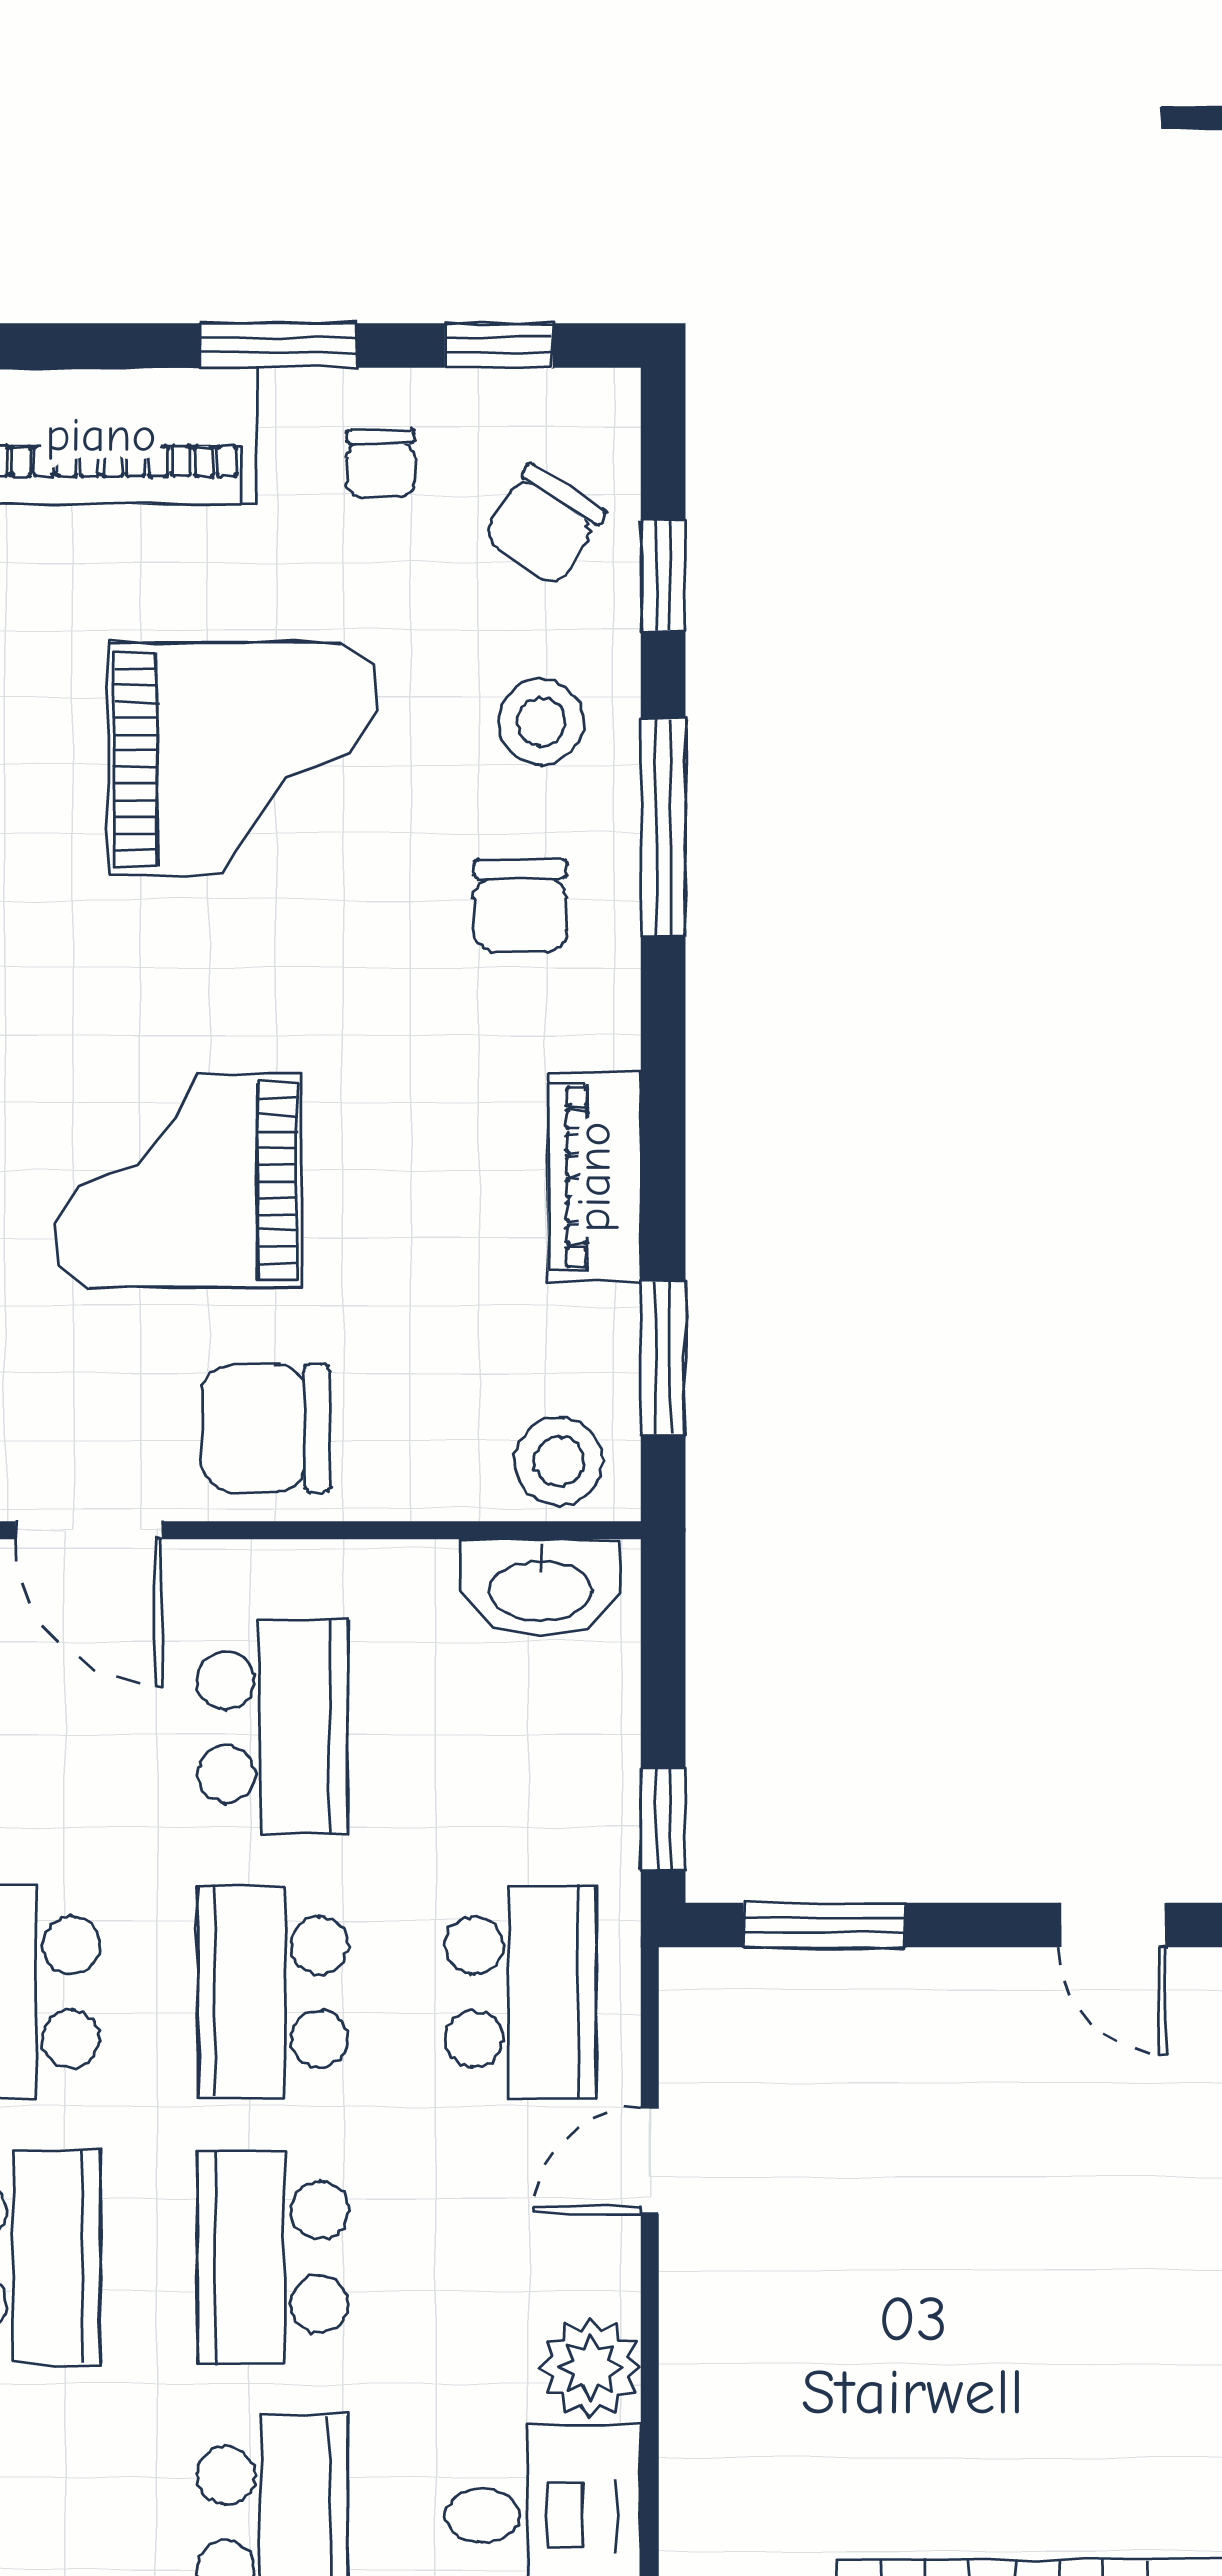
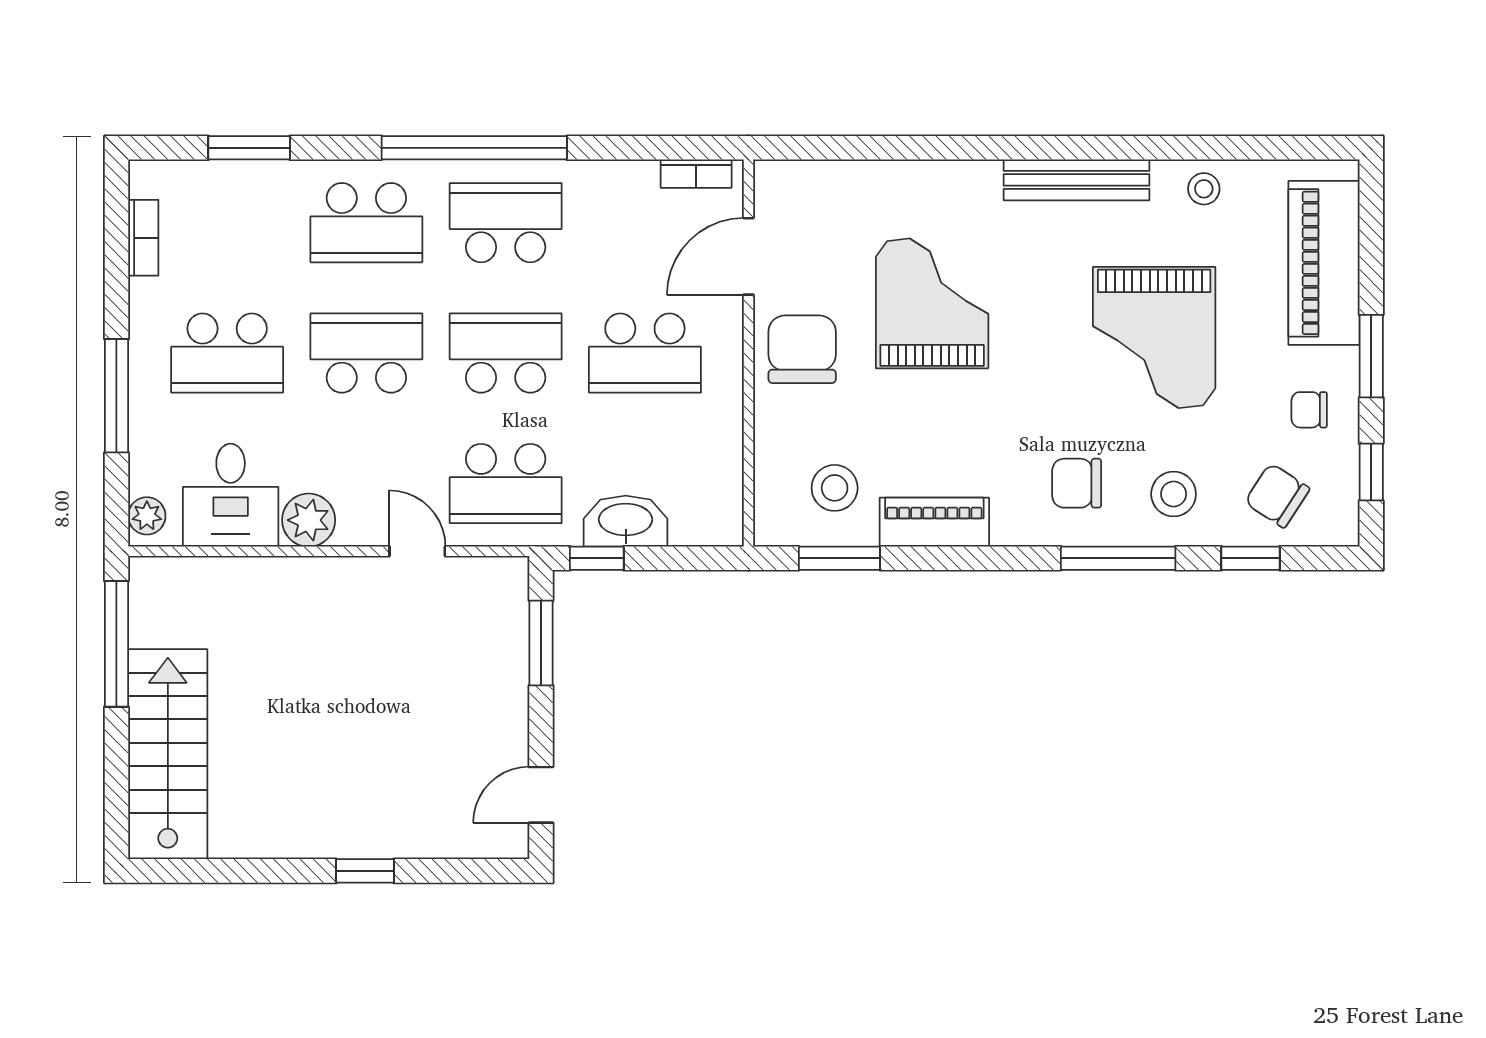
stool: (559, 1461) -> (835, 488), moved
washbasin: (540, 1588) -> (626, 521), moved, turned 90

